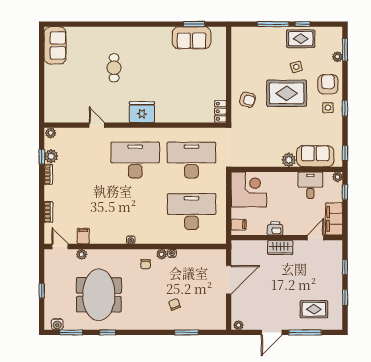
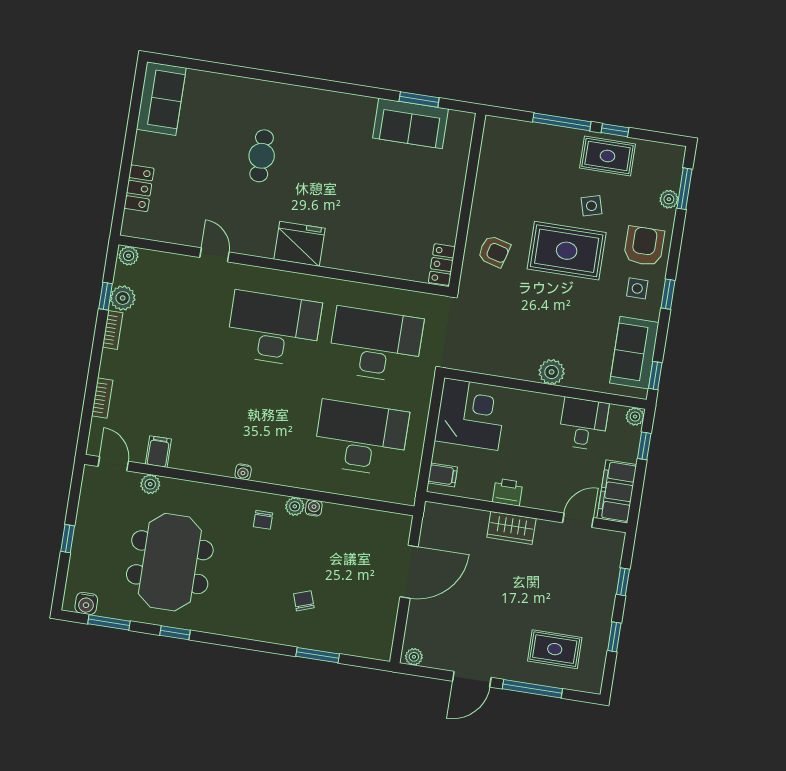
locker: (51, 96) -> (139, 188), added
sofa: (315, 156) -> (634, 353), moved, turned -90

